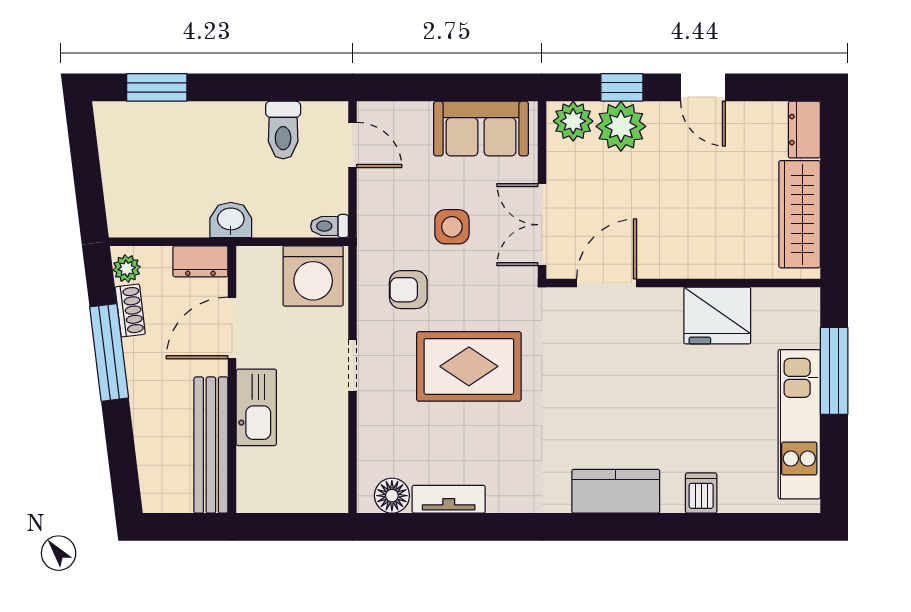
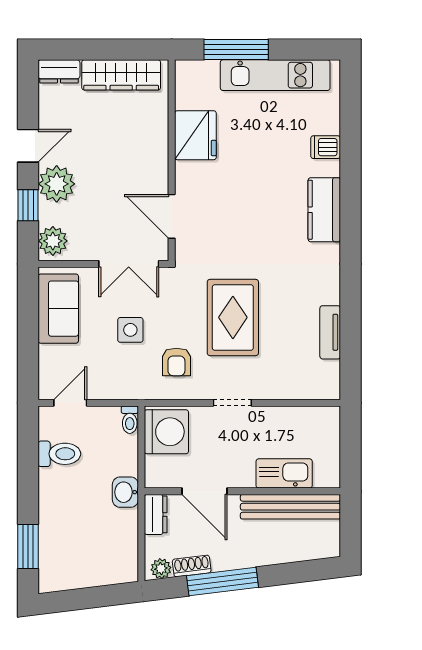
plant: (621, 126) -> (57, 184), moved
kitchen sink: (256, 407) -> (284, 473), moved
floor lamp: (392, 496) -> (328, 374), removed

